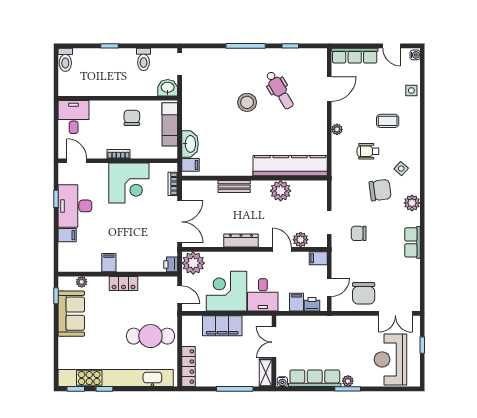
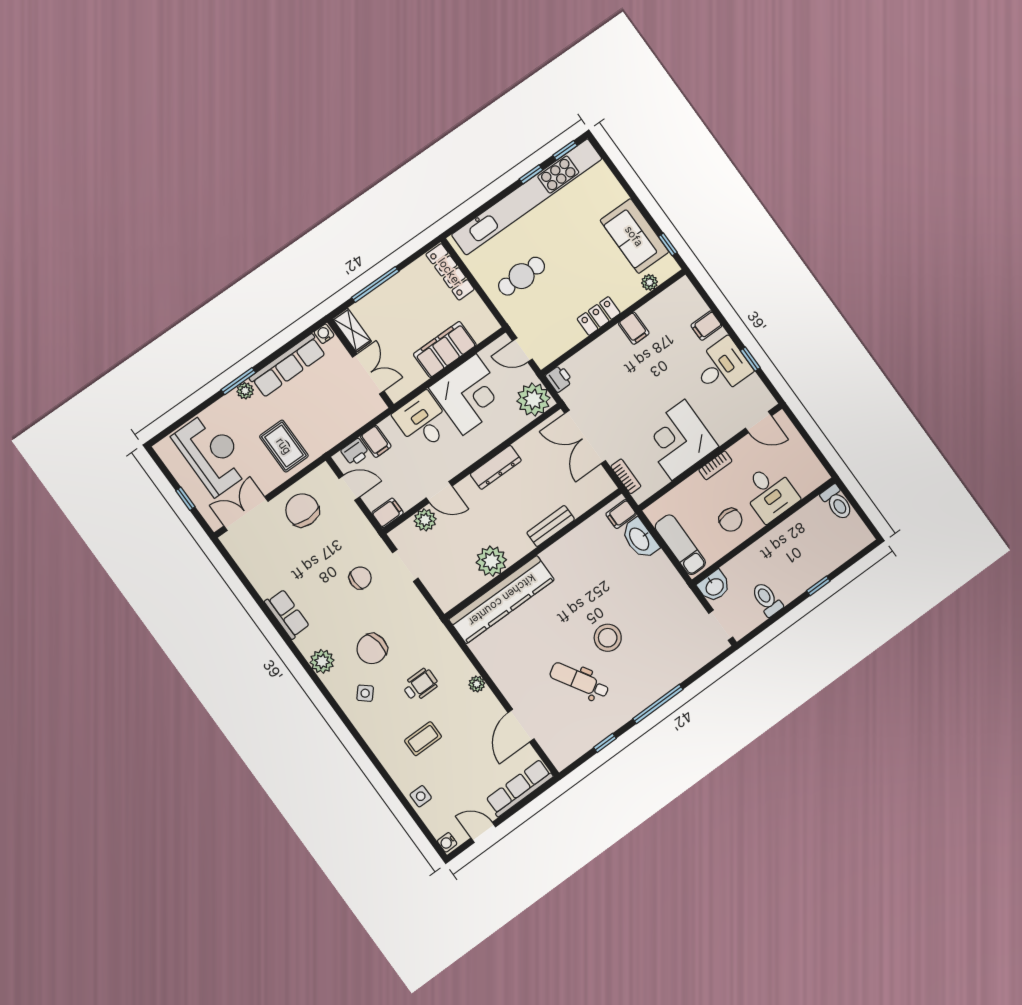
toilet: (65, 60) -> (837, 503), moved, turned 180
desk: (74, 117) -> (770, 493), moved
desk: (75, 206) -> (722, 367), width x0.73
door: (329, 287) -> (349, 488), swing flipped
cafe table: (150, 336) -> (522, 276), width x0.73, depth x0.74
rug: (348, 336) -> (284, 446), added

